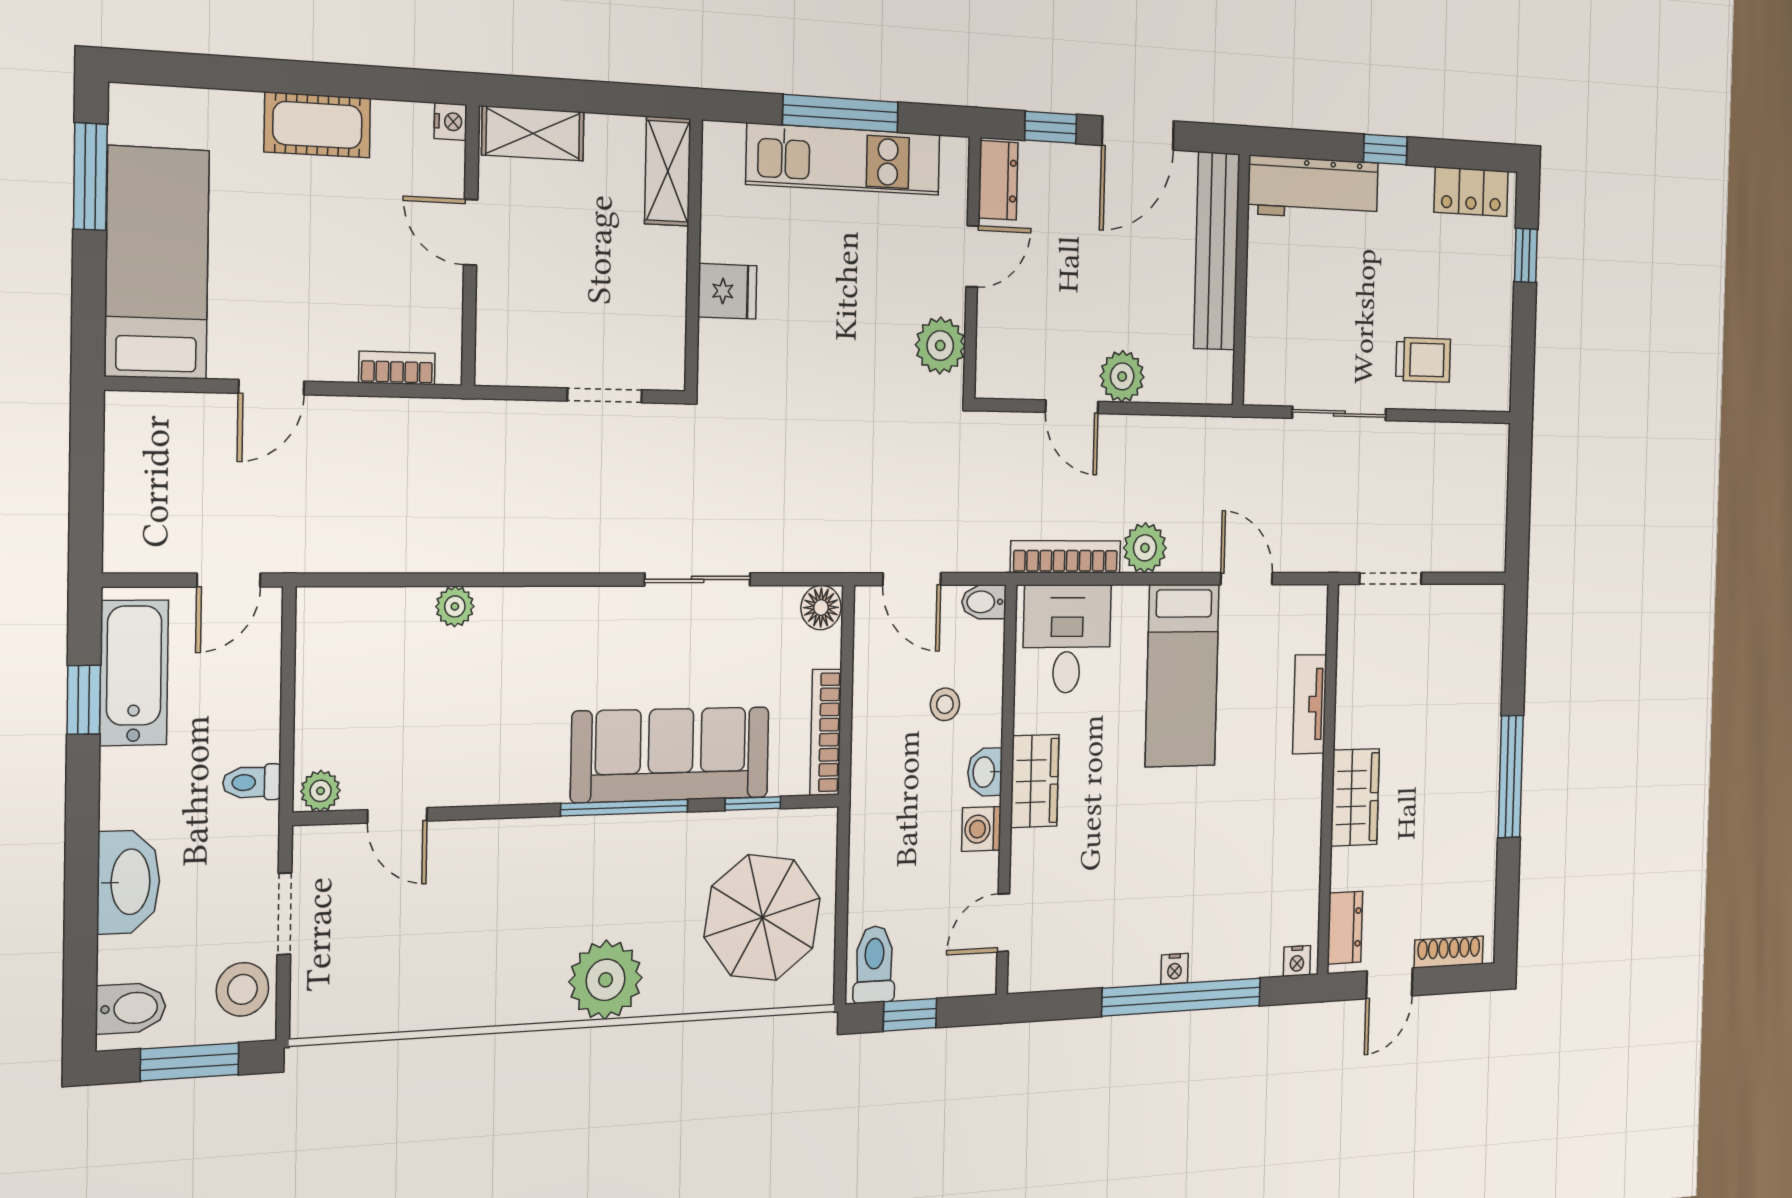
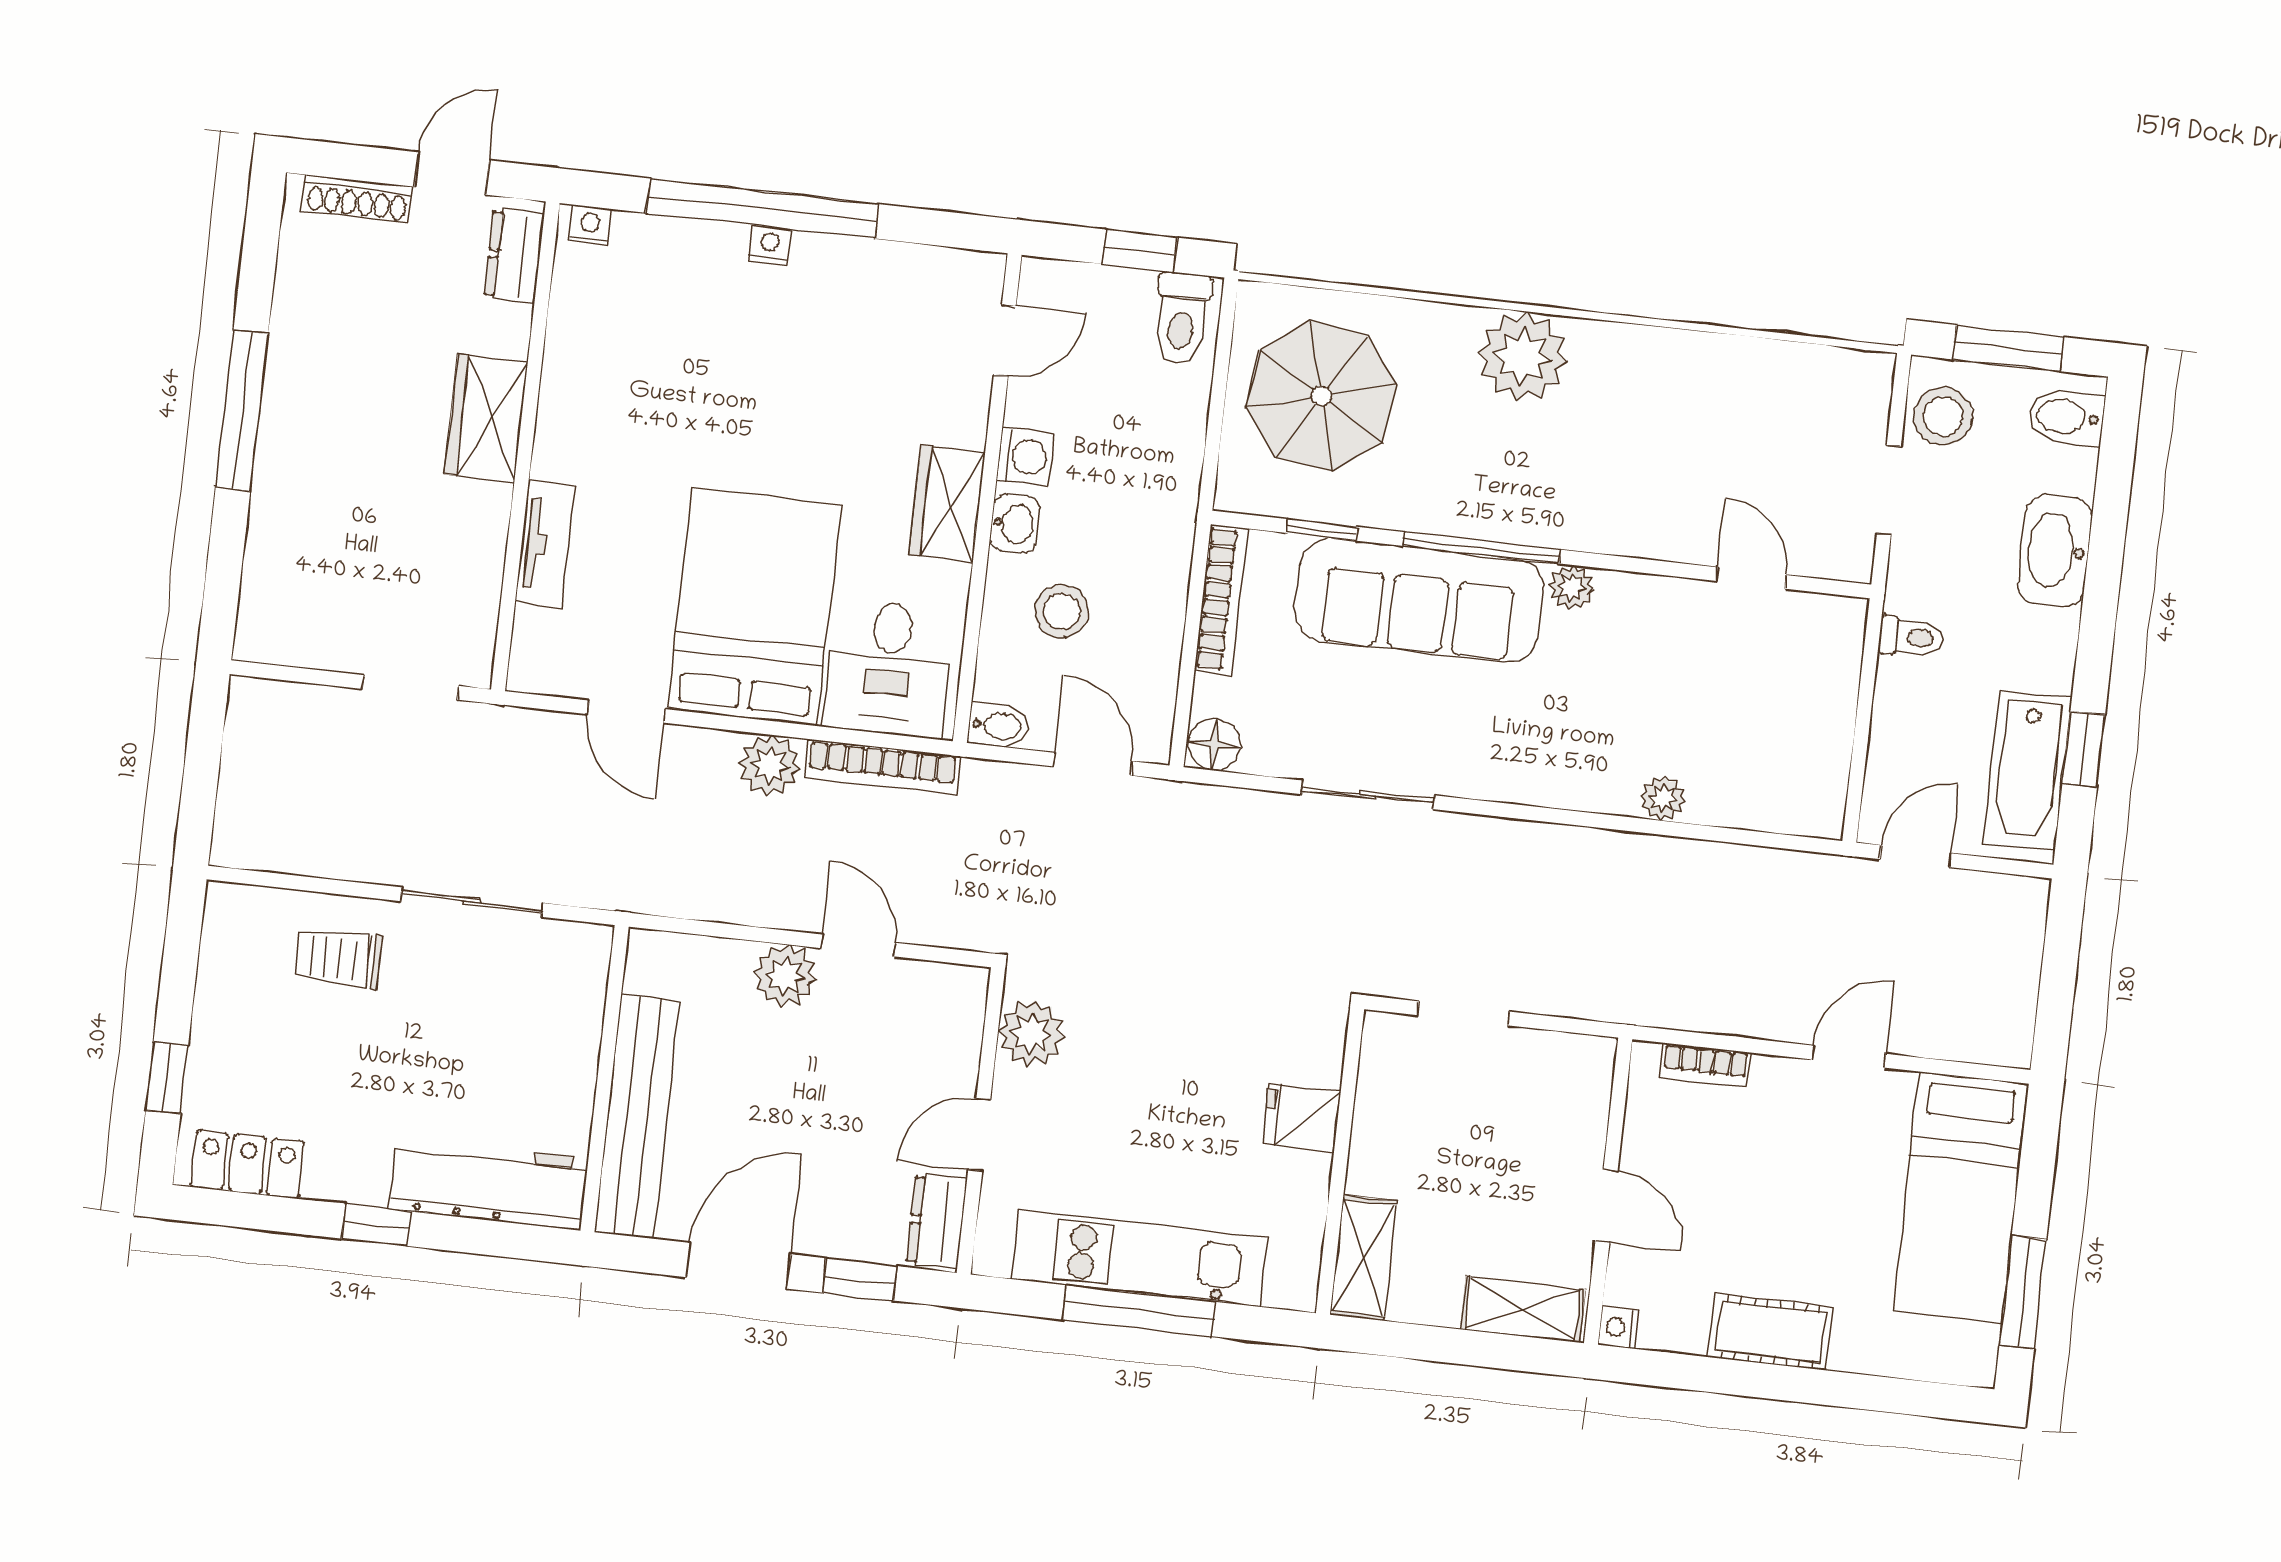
bed: (1182, 675) -> (754, 607), width x1.50
stool: (945, 704) -> (1061, 611), width x1.37, depth x1.37
plant: (321, 791) -> (1571, 587), moved

